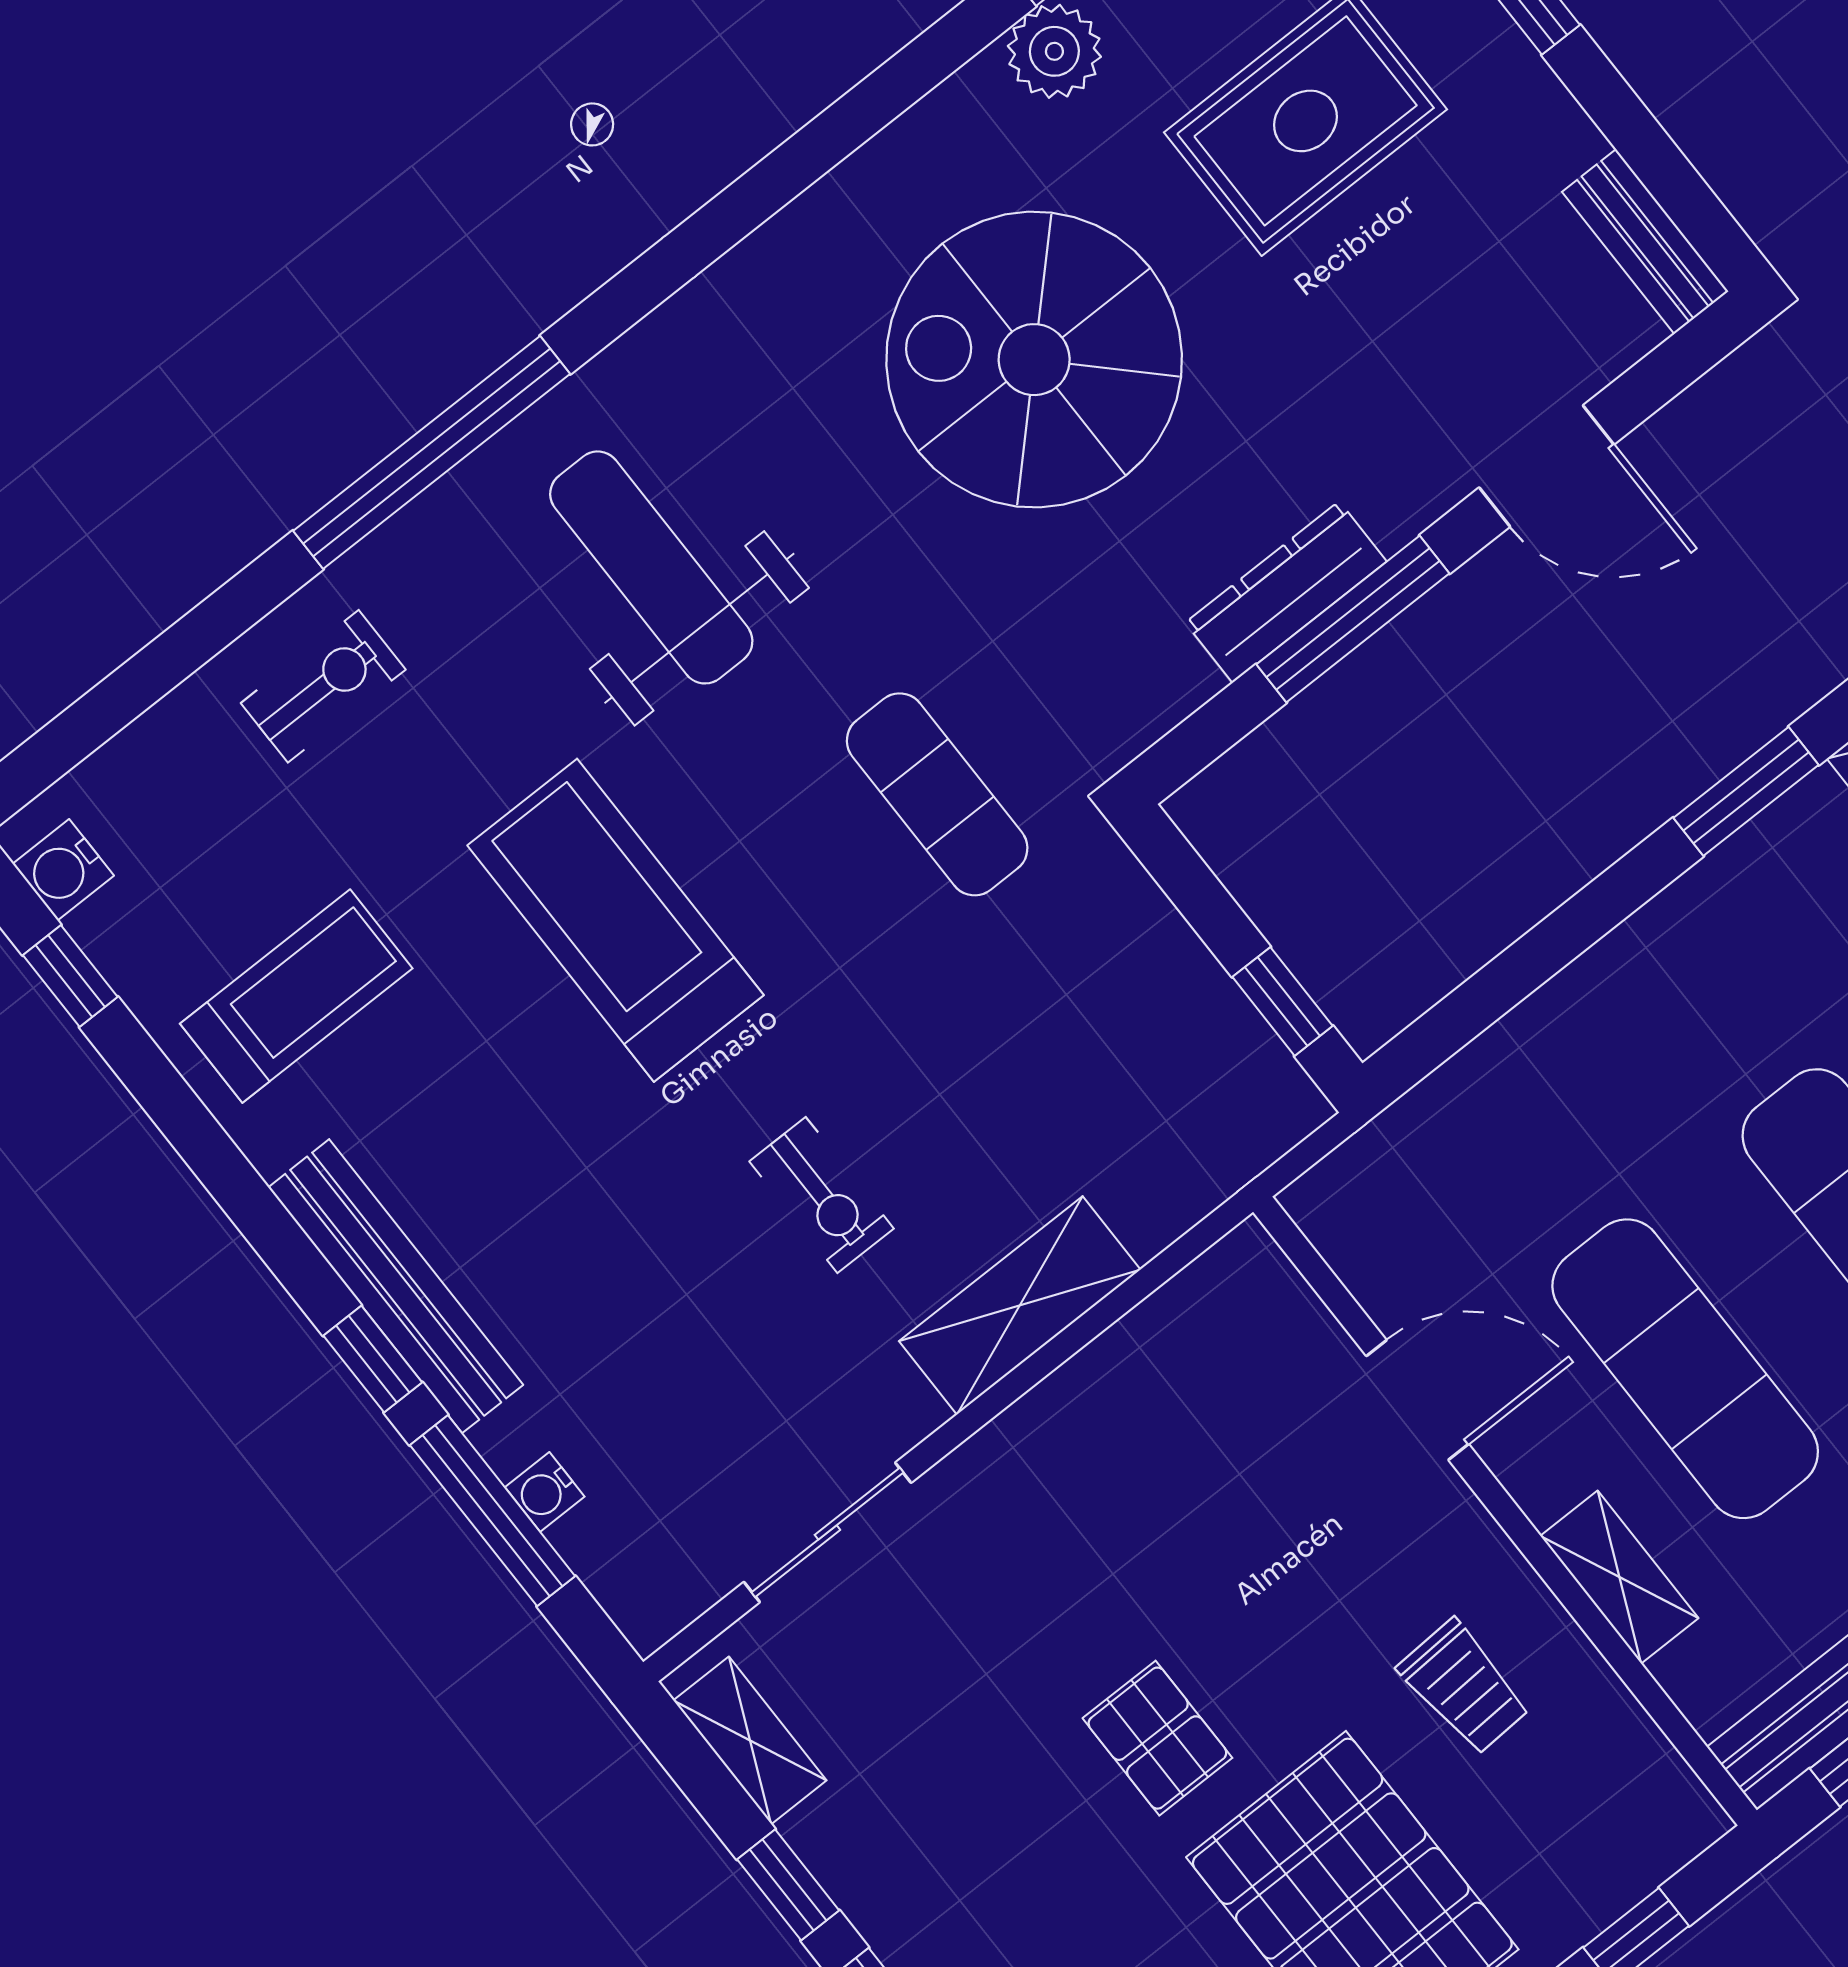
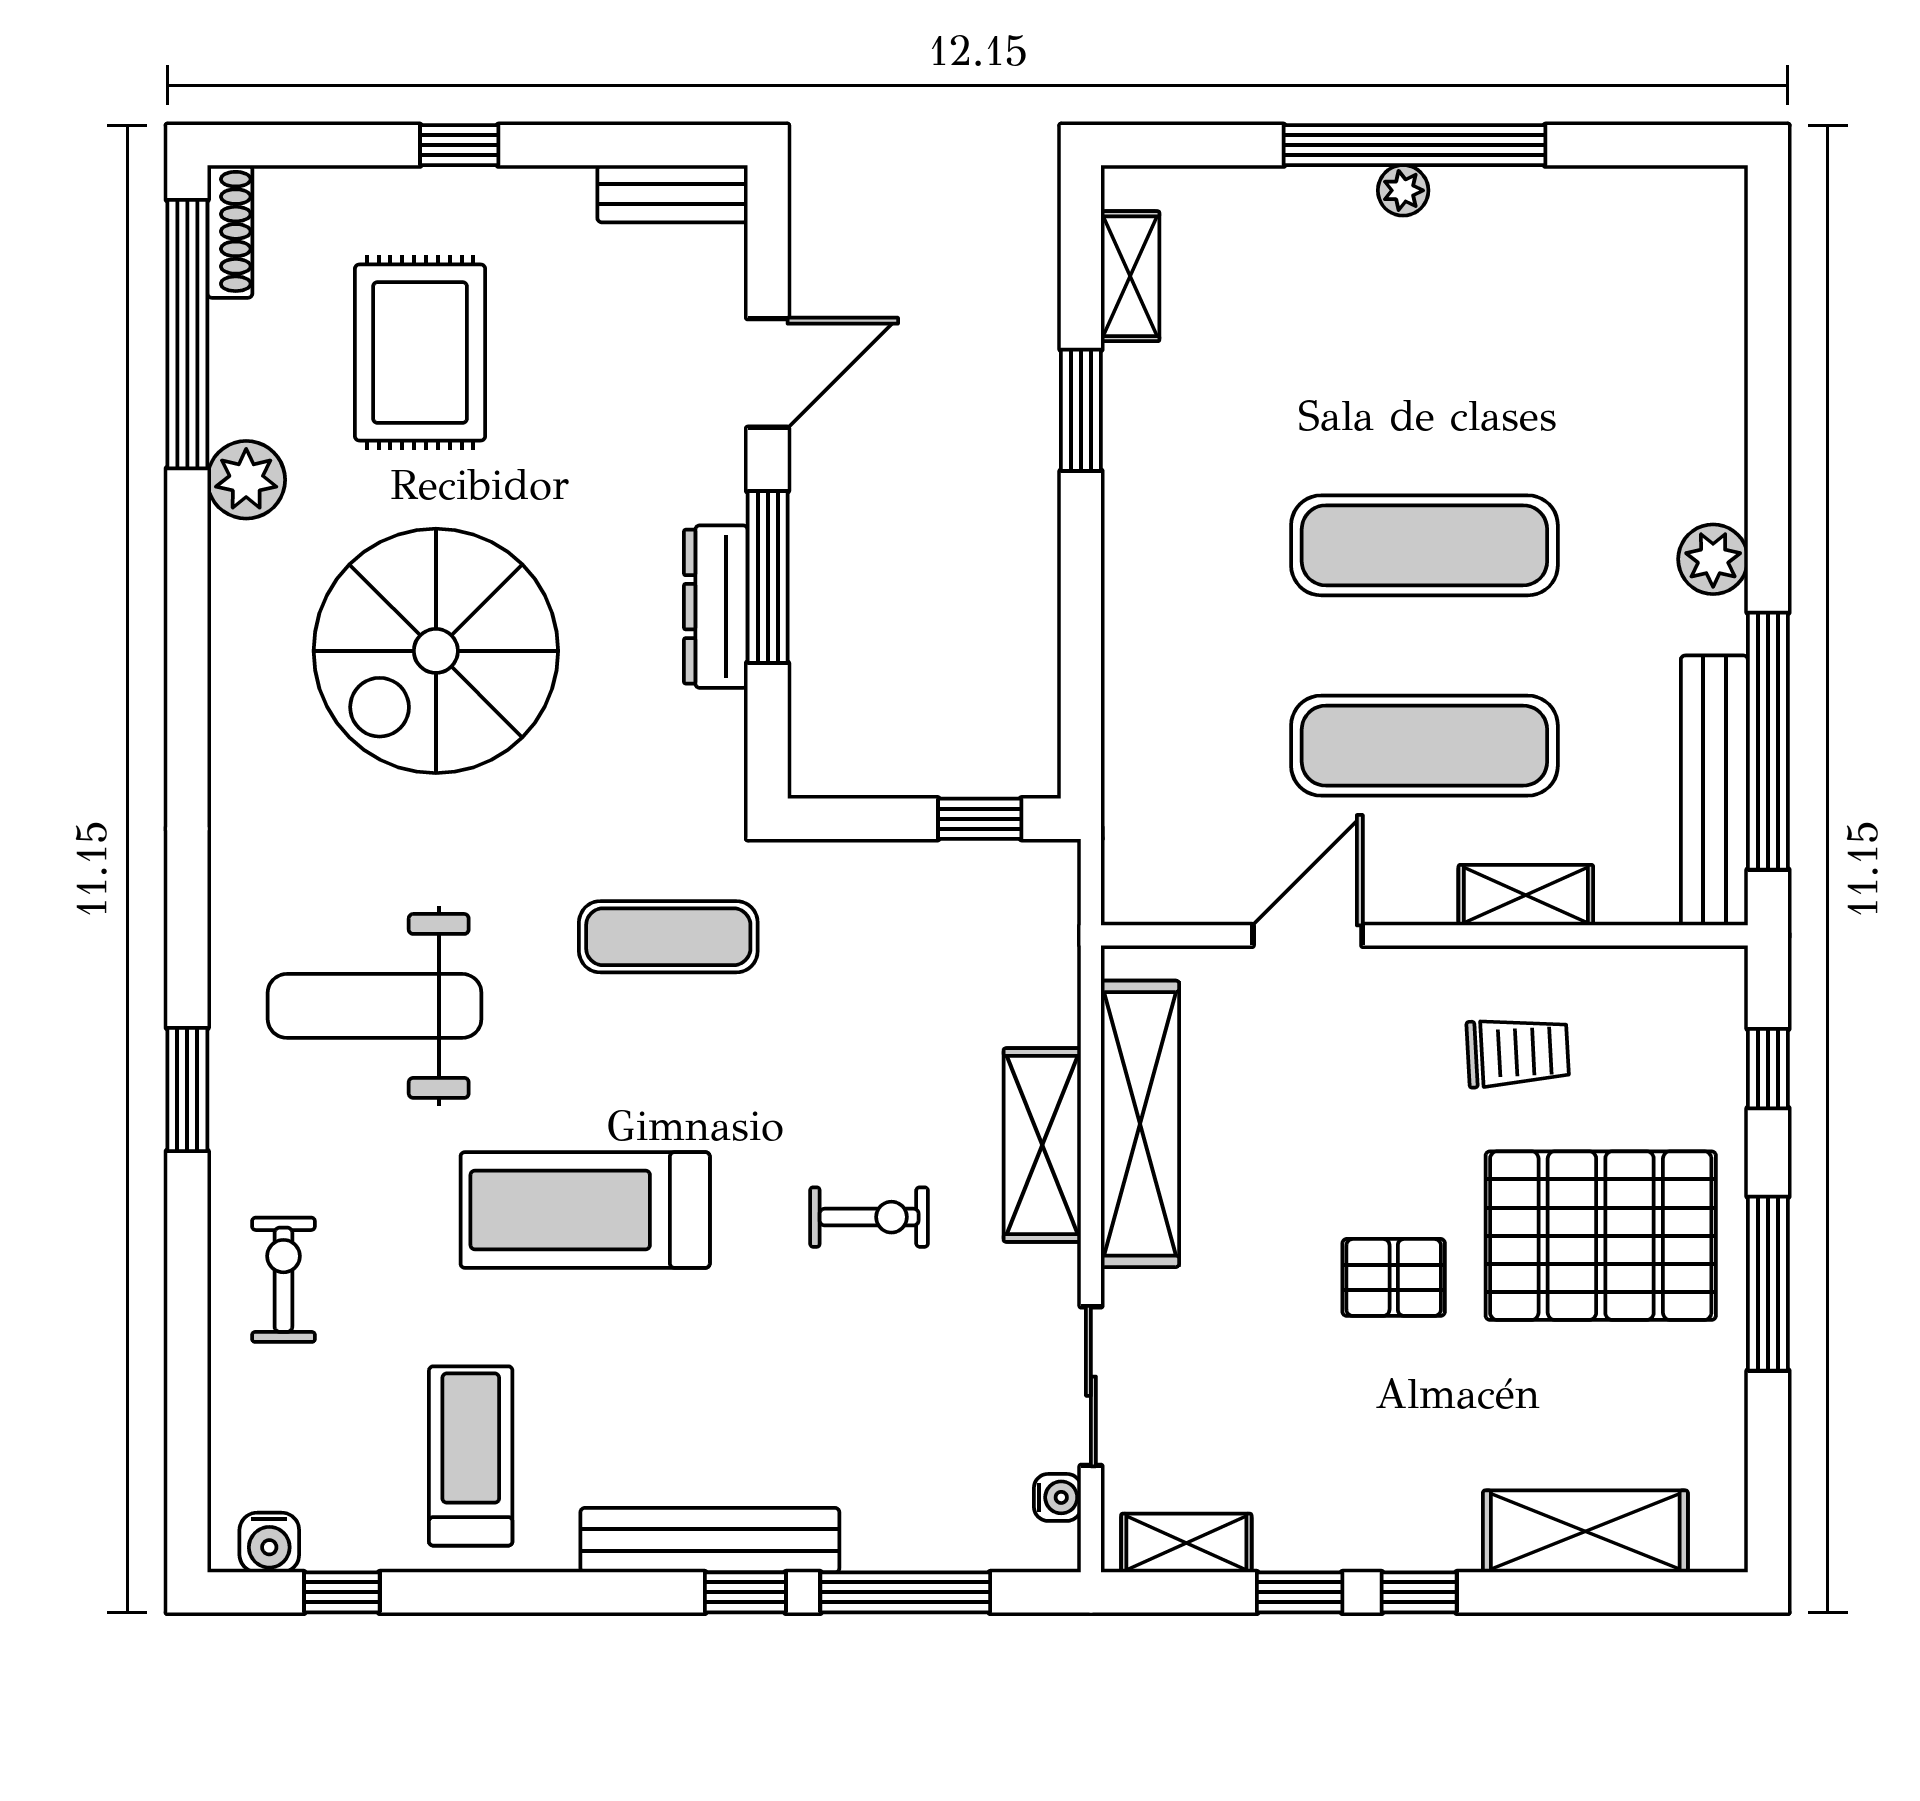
window: (432, 452) -> (187, 1089), width x0.47
shelving: (1113, 1382) -> (1140, 1124), added
water cooler: (545, 1492) -> (1057, 1497), moved, turned -90

